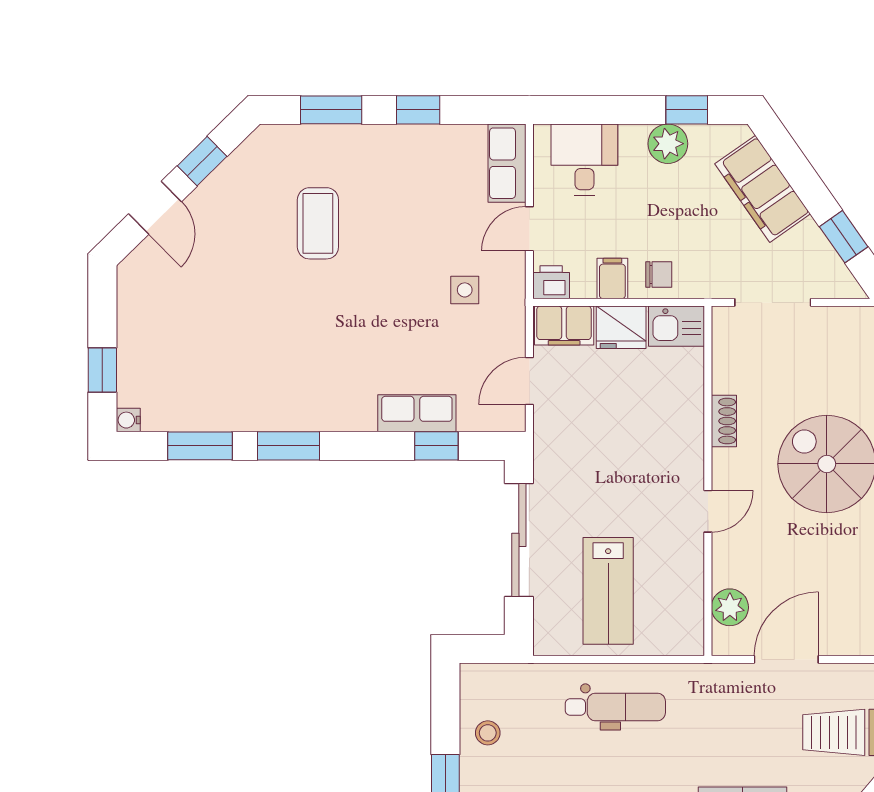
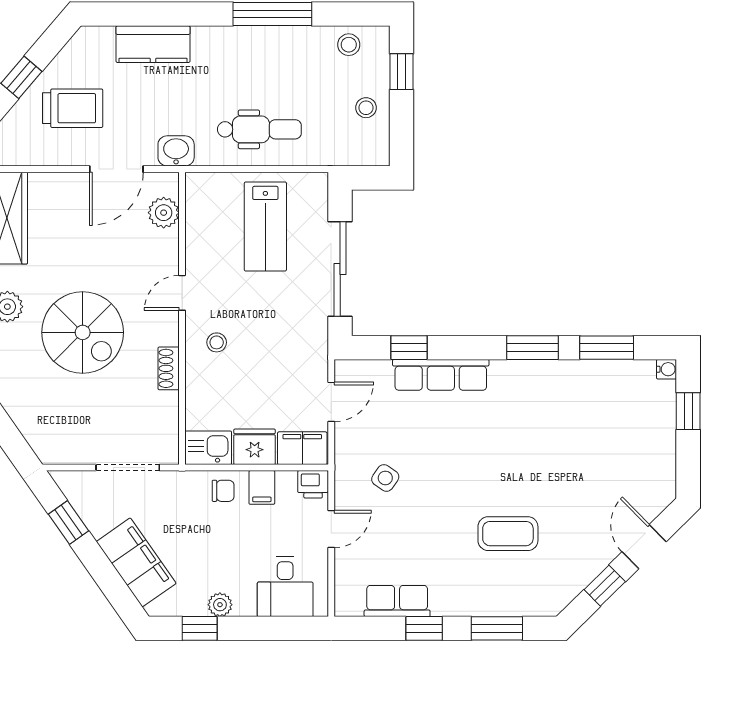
plant: (668, 144) -> (220, 605), width x0.73, depth x0.73
row of seats: (507, 163) -> (397, 601), moved, turned -90
coffee table: (318, 223) -> (508, 534), turned 90
chair: (659, 275) -> (223, 491), turned 180
side table: (465, 290) -> (385, 478), turned 35
row of seats: (417, 413) -> (441, 375), width x1.48
stool: (666, 452) -> (217, 342), added
lab bench: (608, 591) -> (265, 226), turned 180
washbasin: (715, 681) -> (176, 151), added
dental chair: (615, 707) -> (259, 129), turned 180

